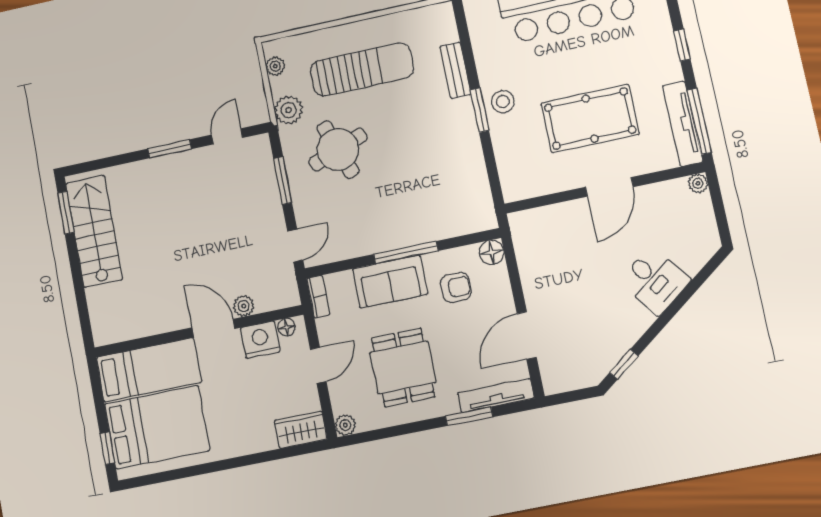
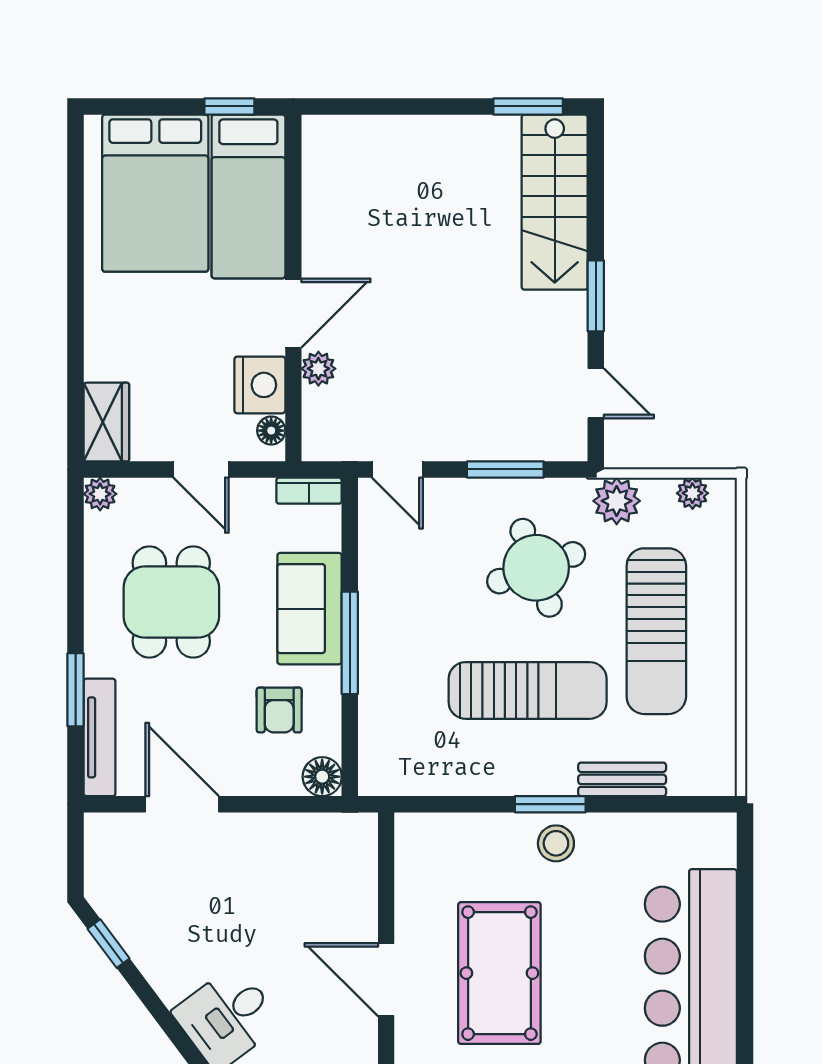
sun lounger: (413, 139) -> (528, 690), added
stairs: (94, 231) -> (555, 202), moved, turned 90
dining table: (403, 367) -> (171, 602), turned 90
window: (107, 448) -> (229, 106), moved

